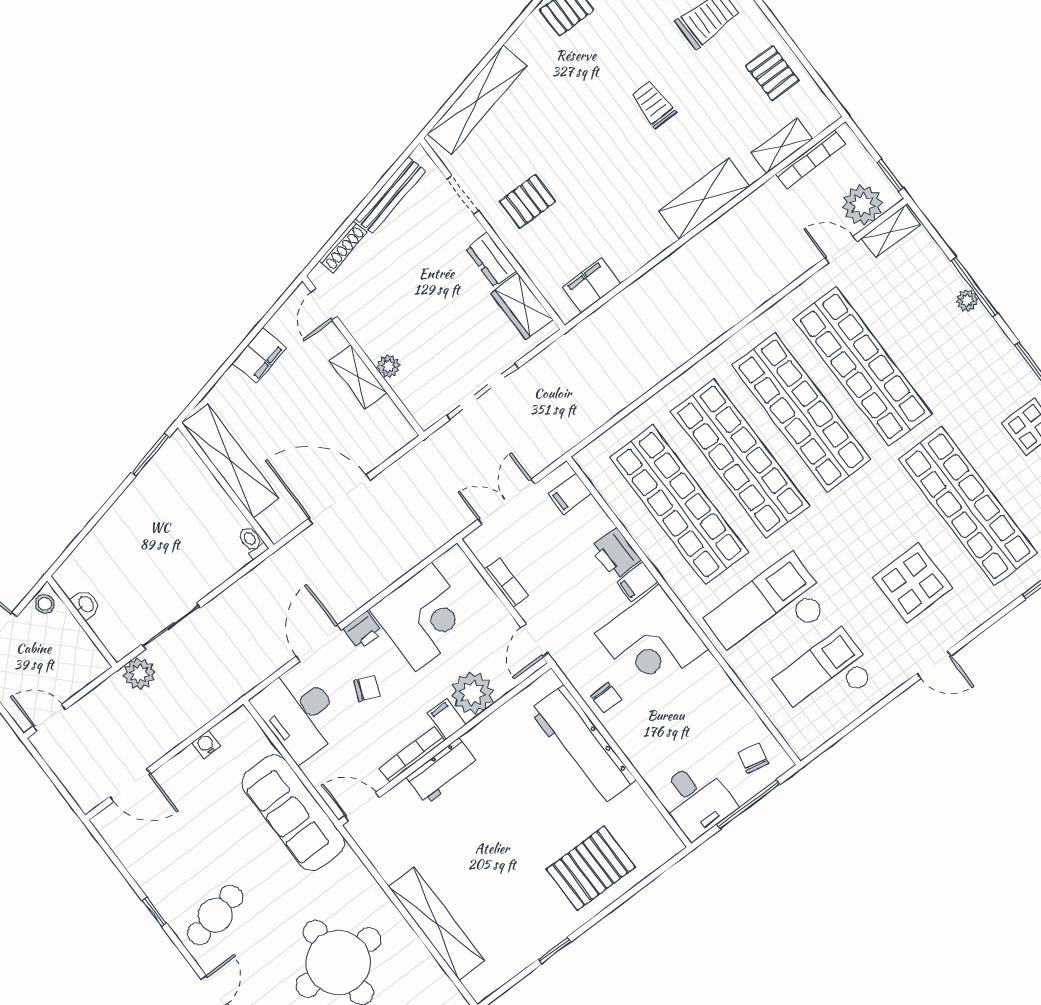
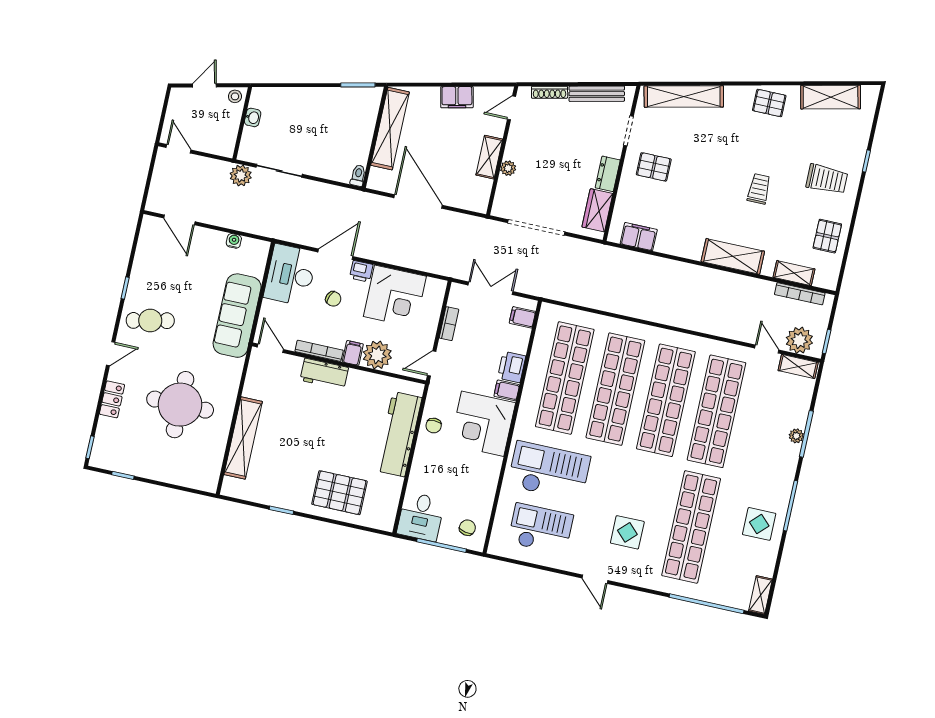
display table: (913, 583) -> (627, 532), width x0.73, depth x0.73

